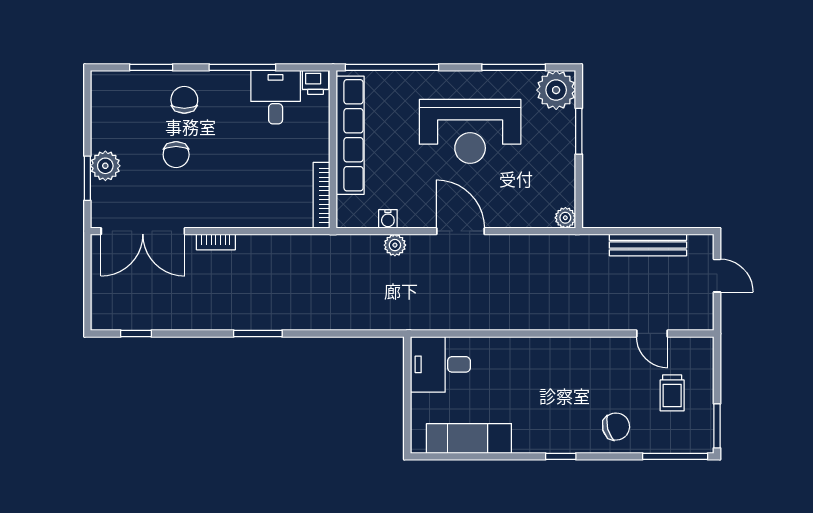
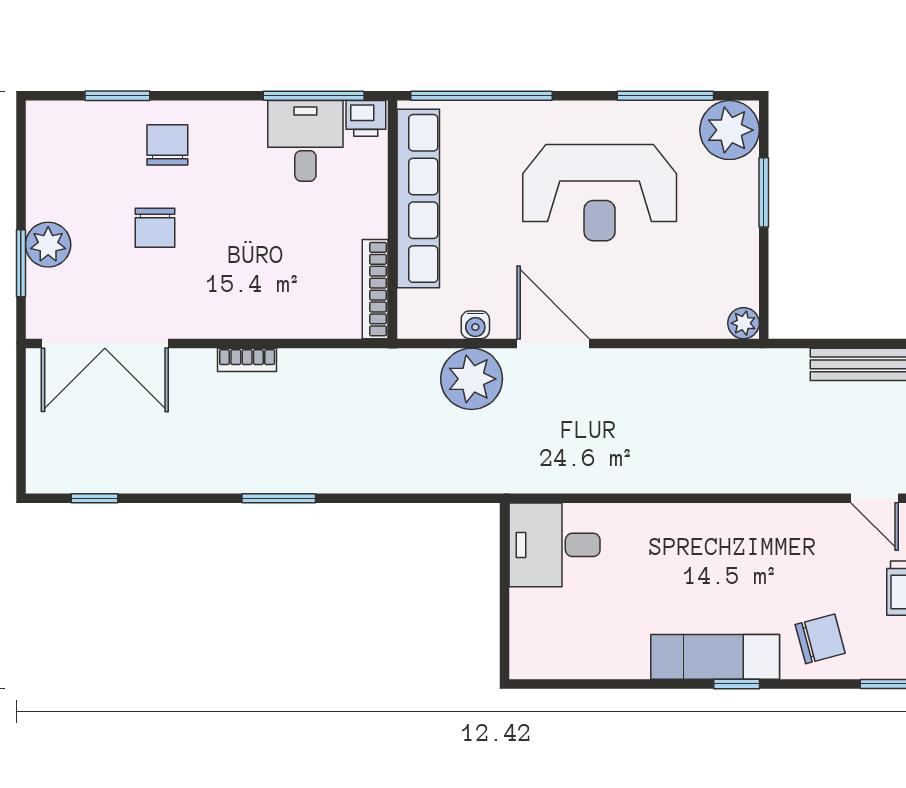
window: (242, 67) -> (314, 96), moved
door: (461, 231) -> (553, 343), moved
bookcase: (216, 242) -> (247, 360), moved
plant: (395, 245) -> (472, 379), width x1.88, depth x1.88
exam couch: (469, 438) -> (715, 657), moved

